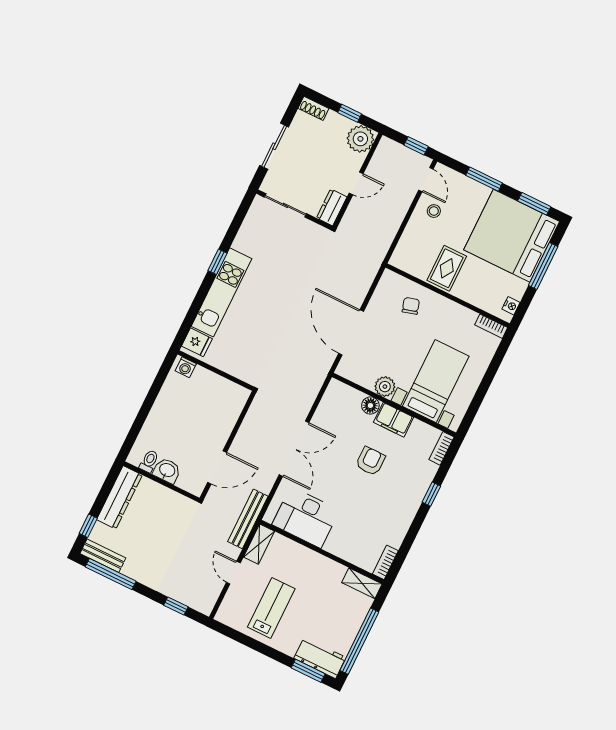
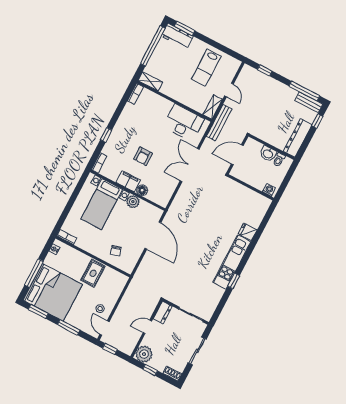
washing machine: (186, 367) -> (269, 190), moved
wall: (216, 371) -> (251, 187), moved

